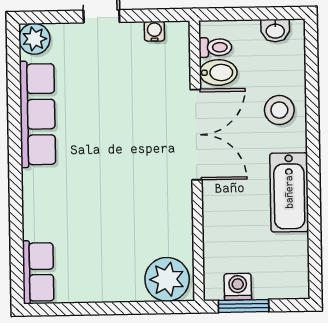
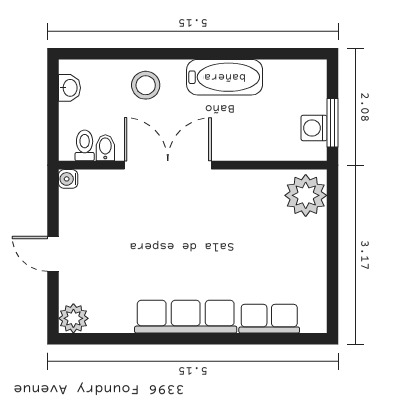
water cooler: (154, 31) -> (68, 179), moved
bidet: (218, 73) -> (105, 148), width x0.72, depth x0.74
row of seats: (37, 114) -> (186, 317), moved
row of seats: (38, 272) -> (269, 319), moved

